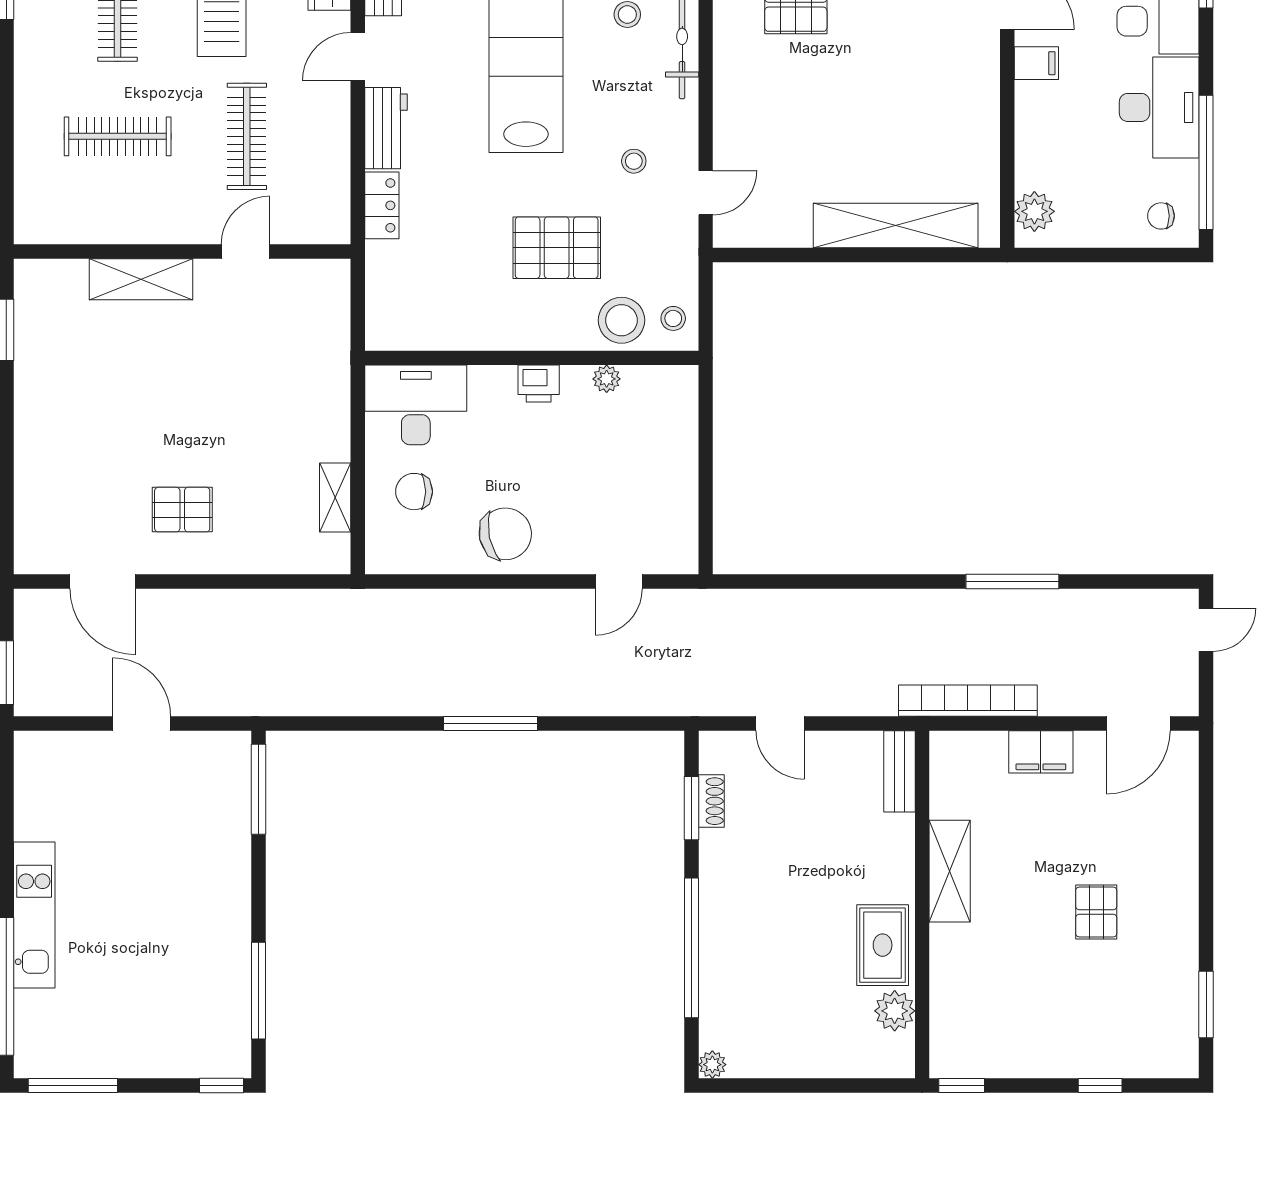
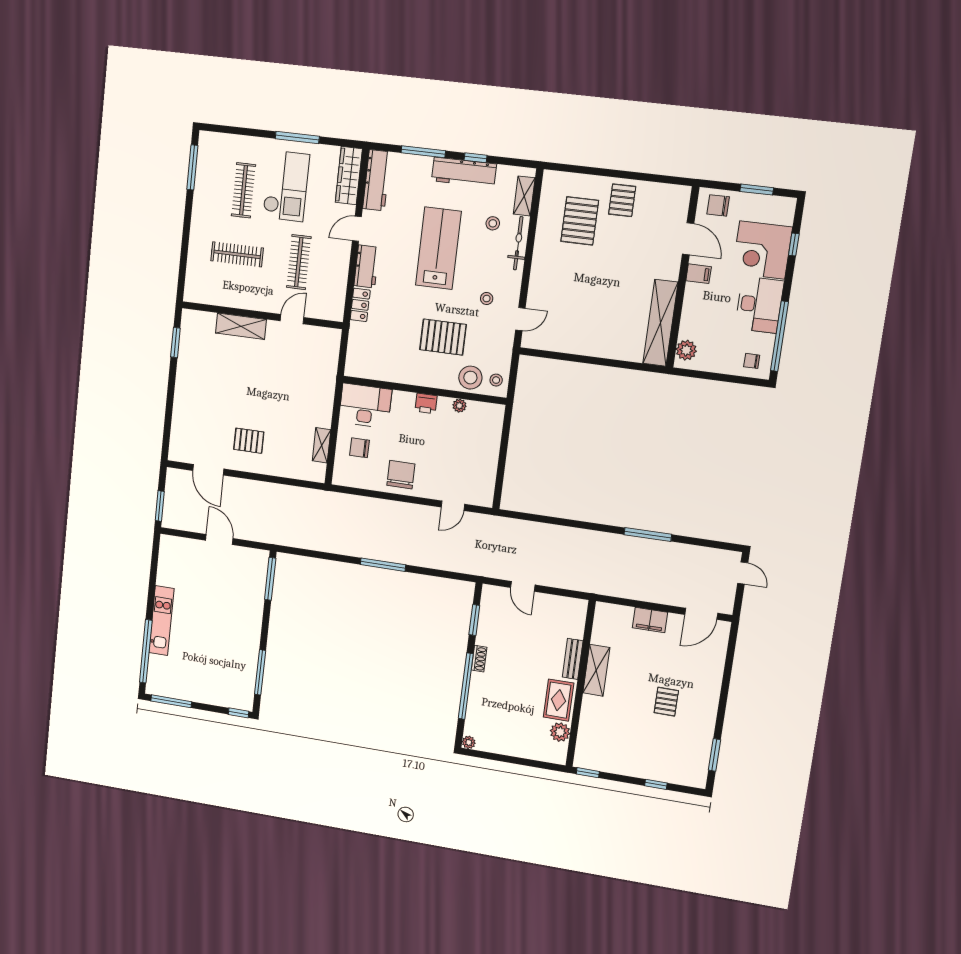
shelving: (896, 225) -> (660, 323), moved, turned 90
chair: (505, 534) -> (401, 475), turned -78
door: (1206, 630) -> (743, 573), hinge flipped
bookcase: (968, 701) -> (617, 589), removed
bench: (899, 771) -> (573, 659), moved
shoe rack: (711, 801) -> (479, 659), moved

